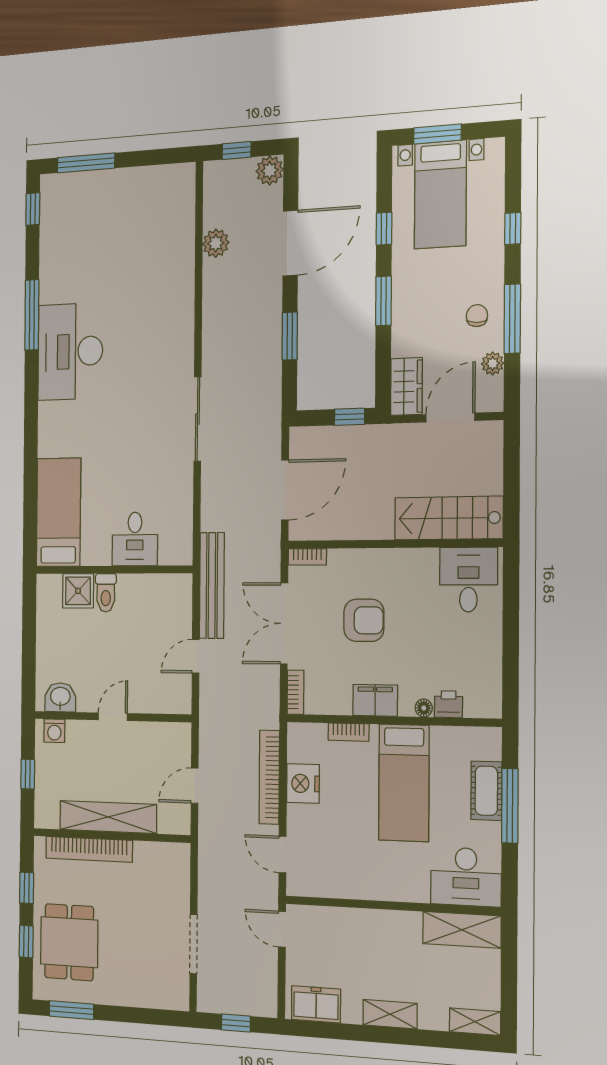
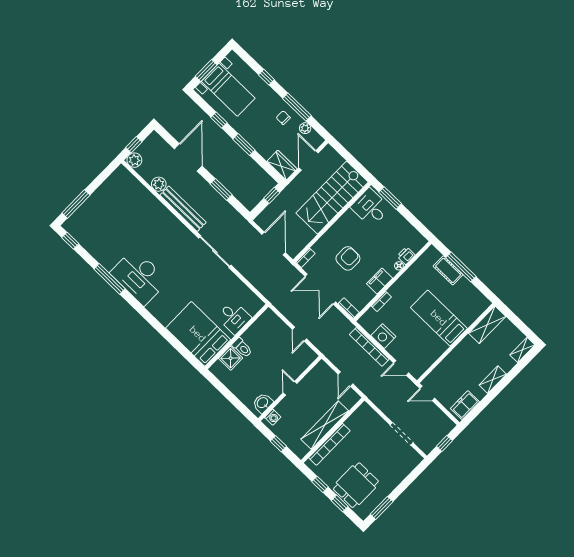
plant: (270, 170) -> (134, 160), moved
bed: (59, 512) -> (198, 334), width x1.50
stairs: (449, 518) -> (332, 198), width x1.36, depth x1.51
bench: (212, 585) -> (183, 209), moved
window: (511, 595) -> (390, 198), added
bed: (404, 783) -> (439, 318), moved, turned 180
desk: (466, 877) -> (471, 306), removed
dining table: (69, 942) -> (356, 485), turned 90

